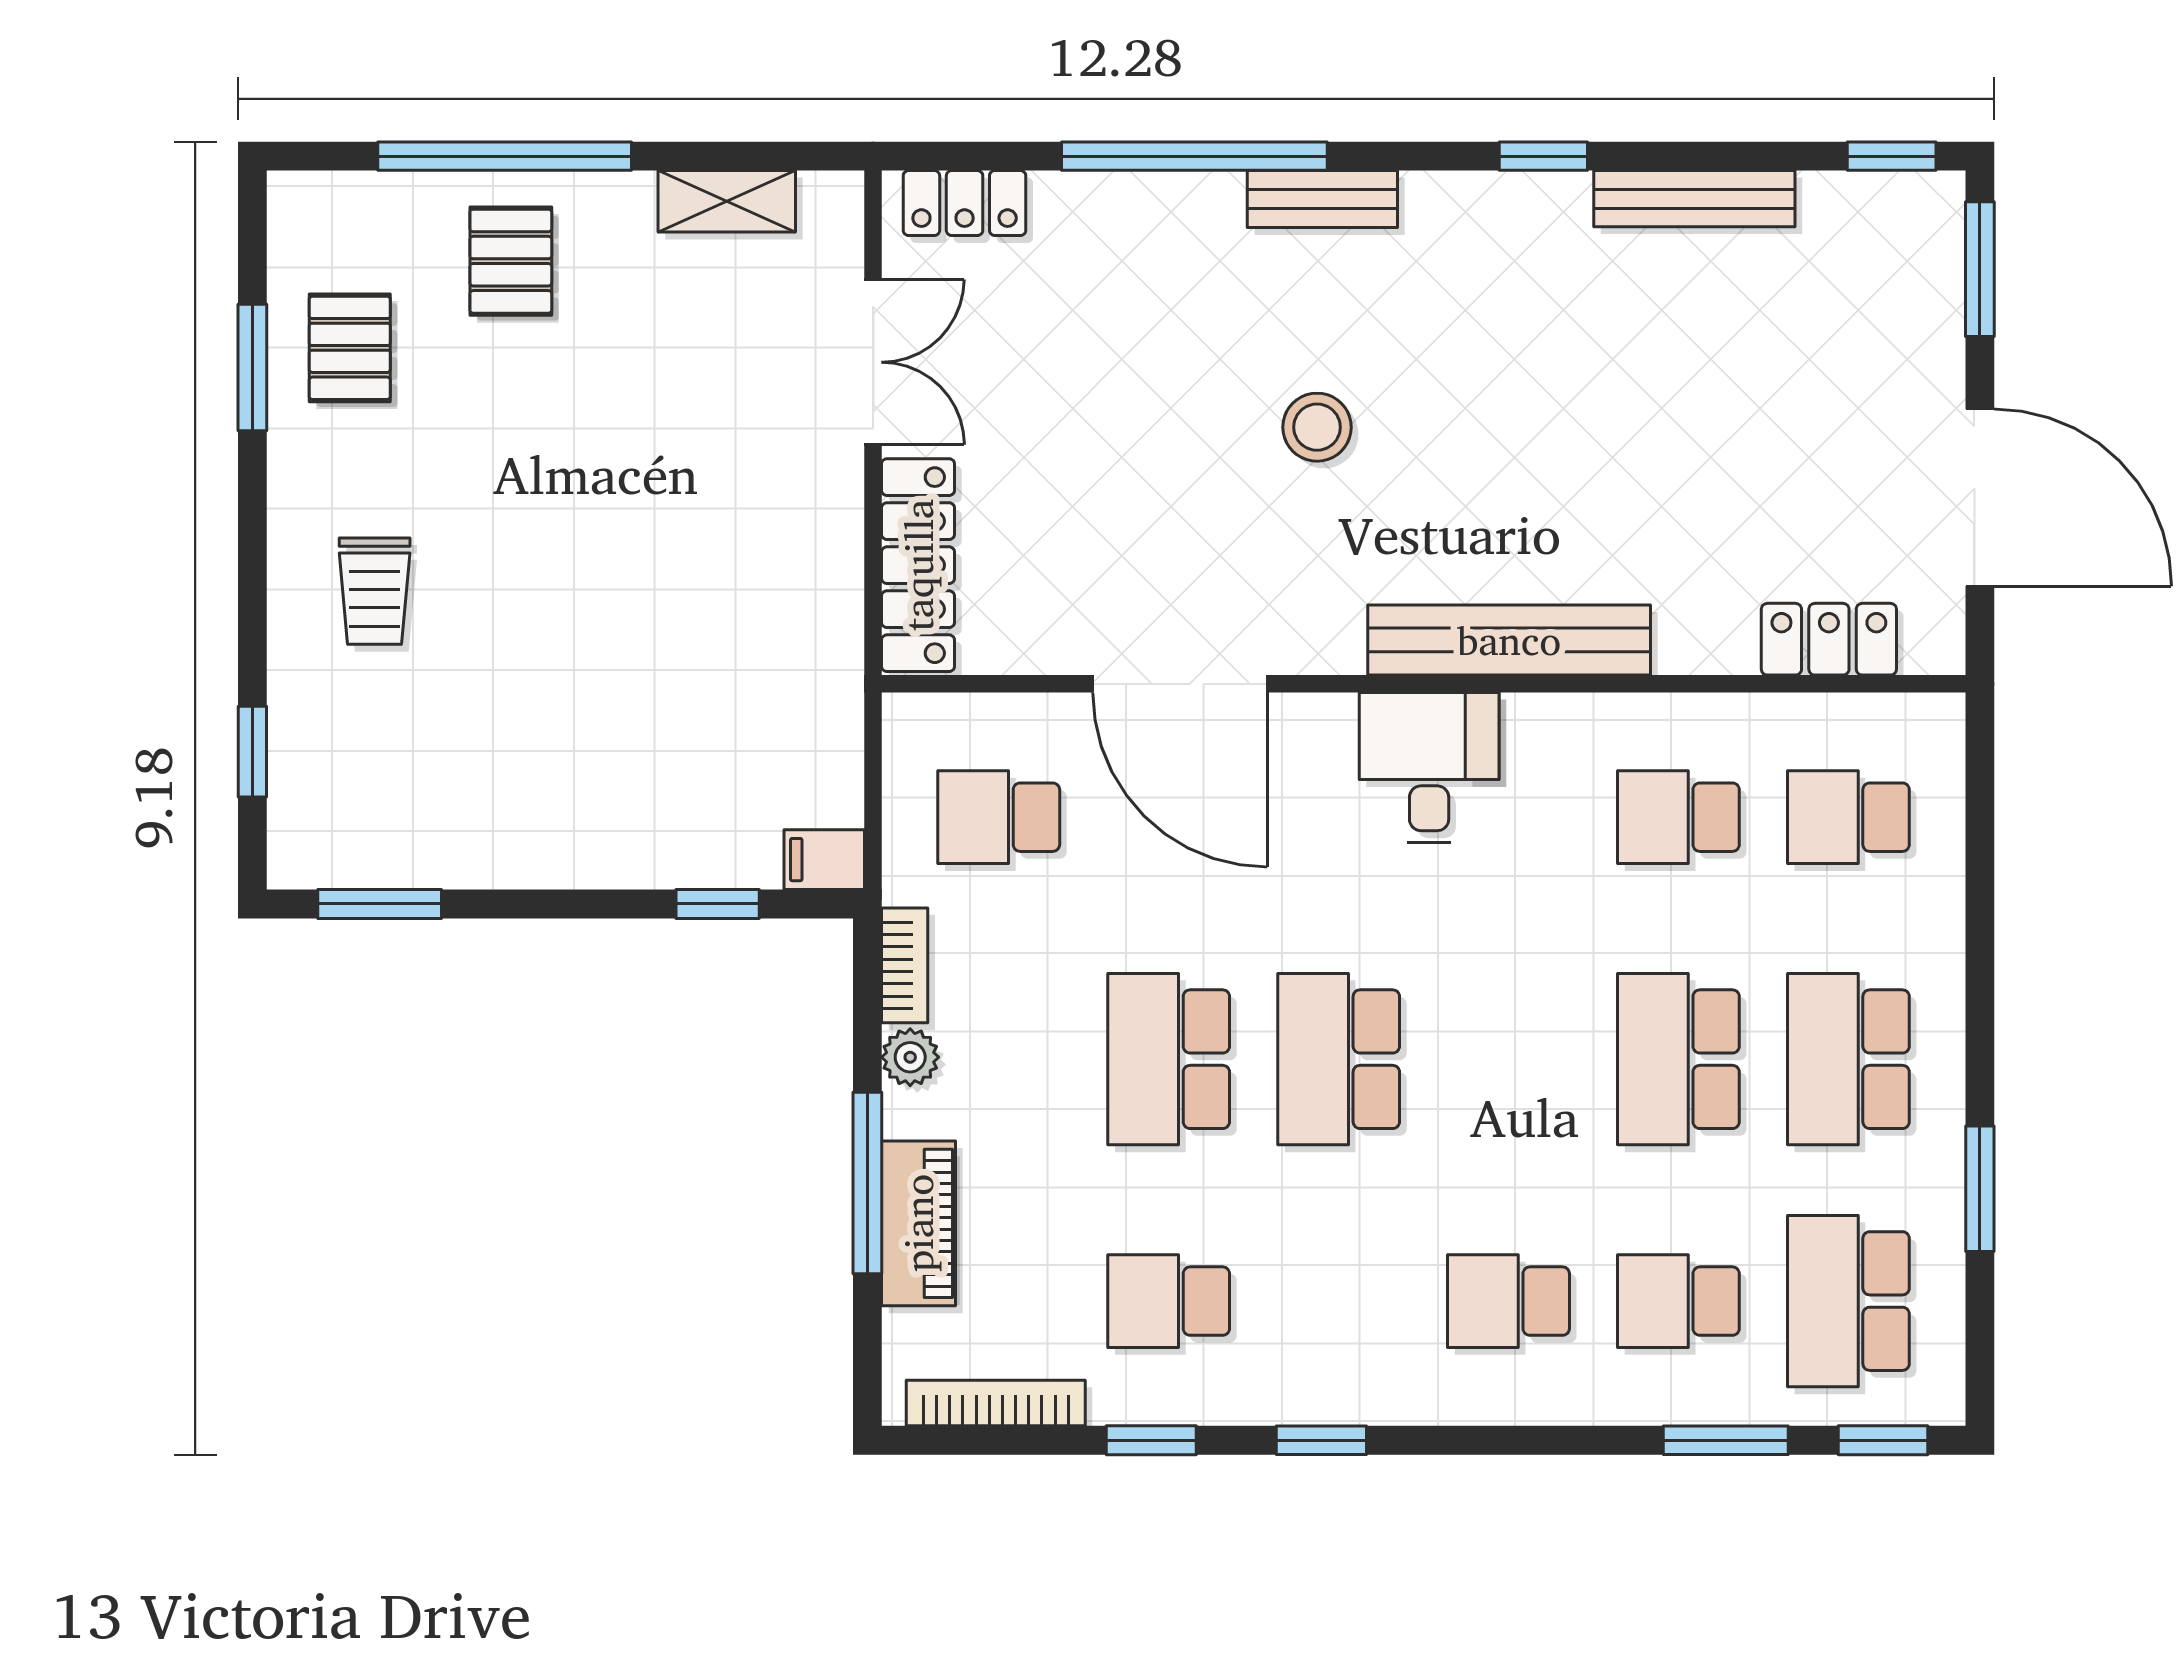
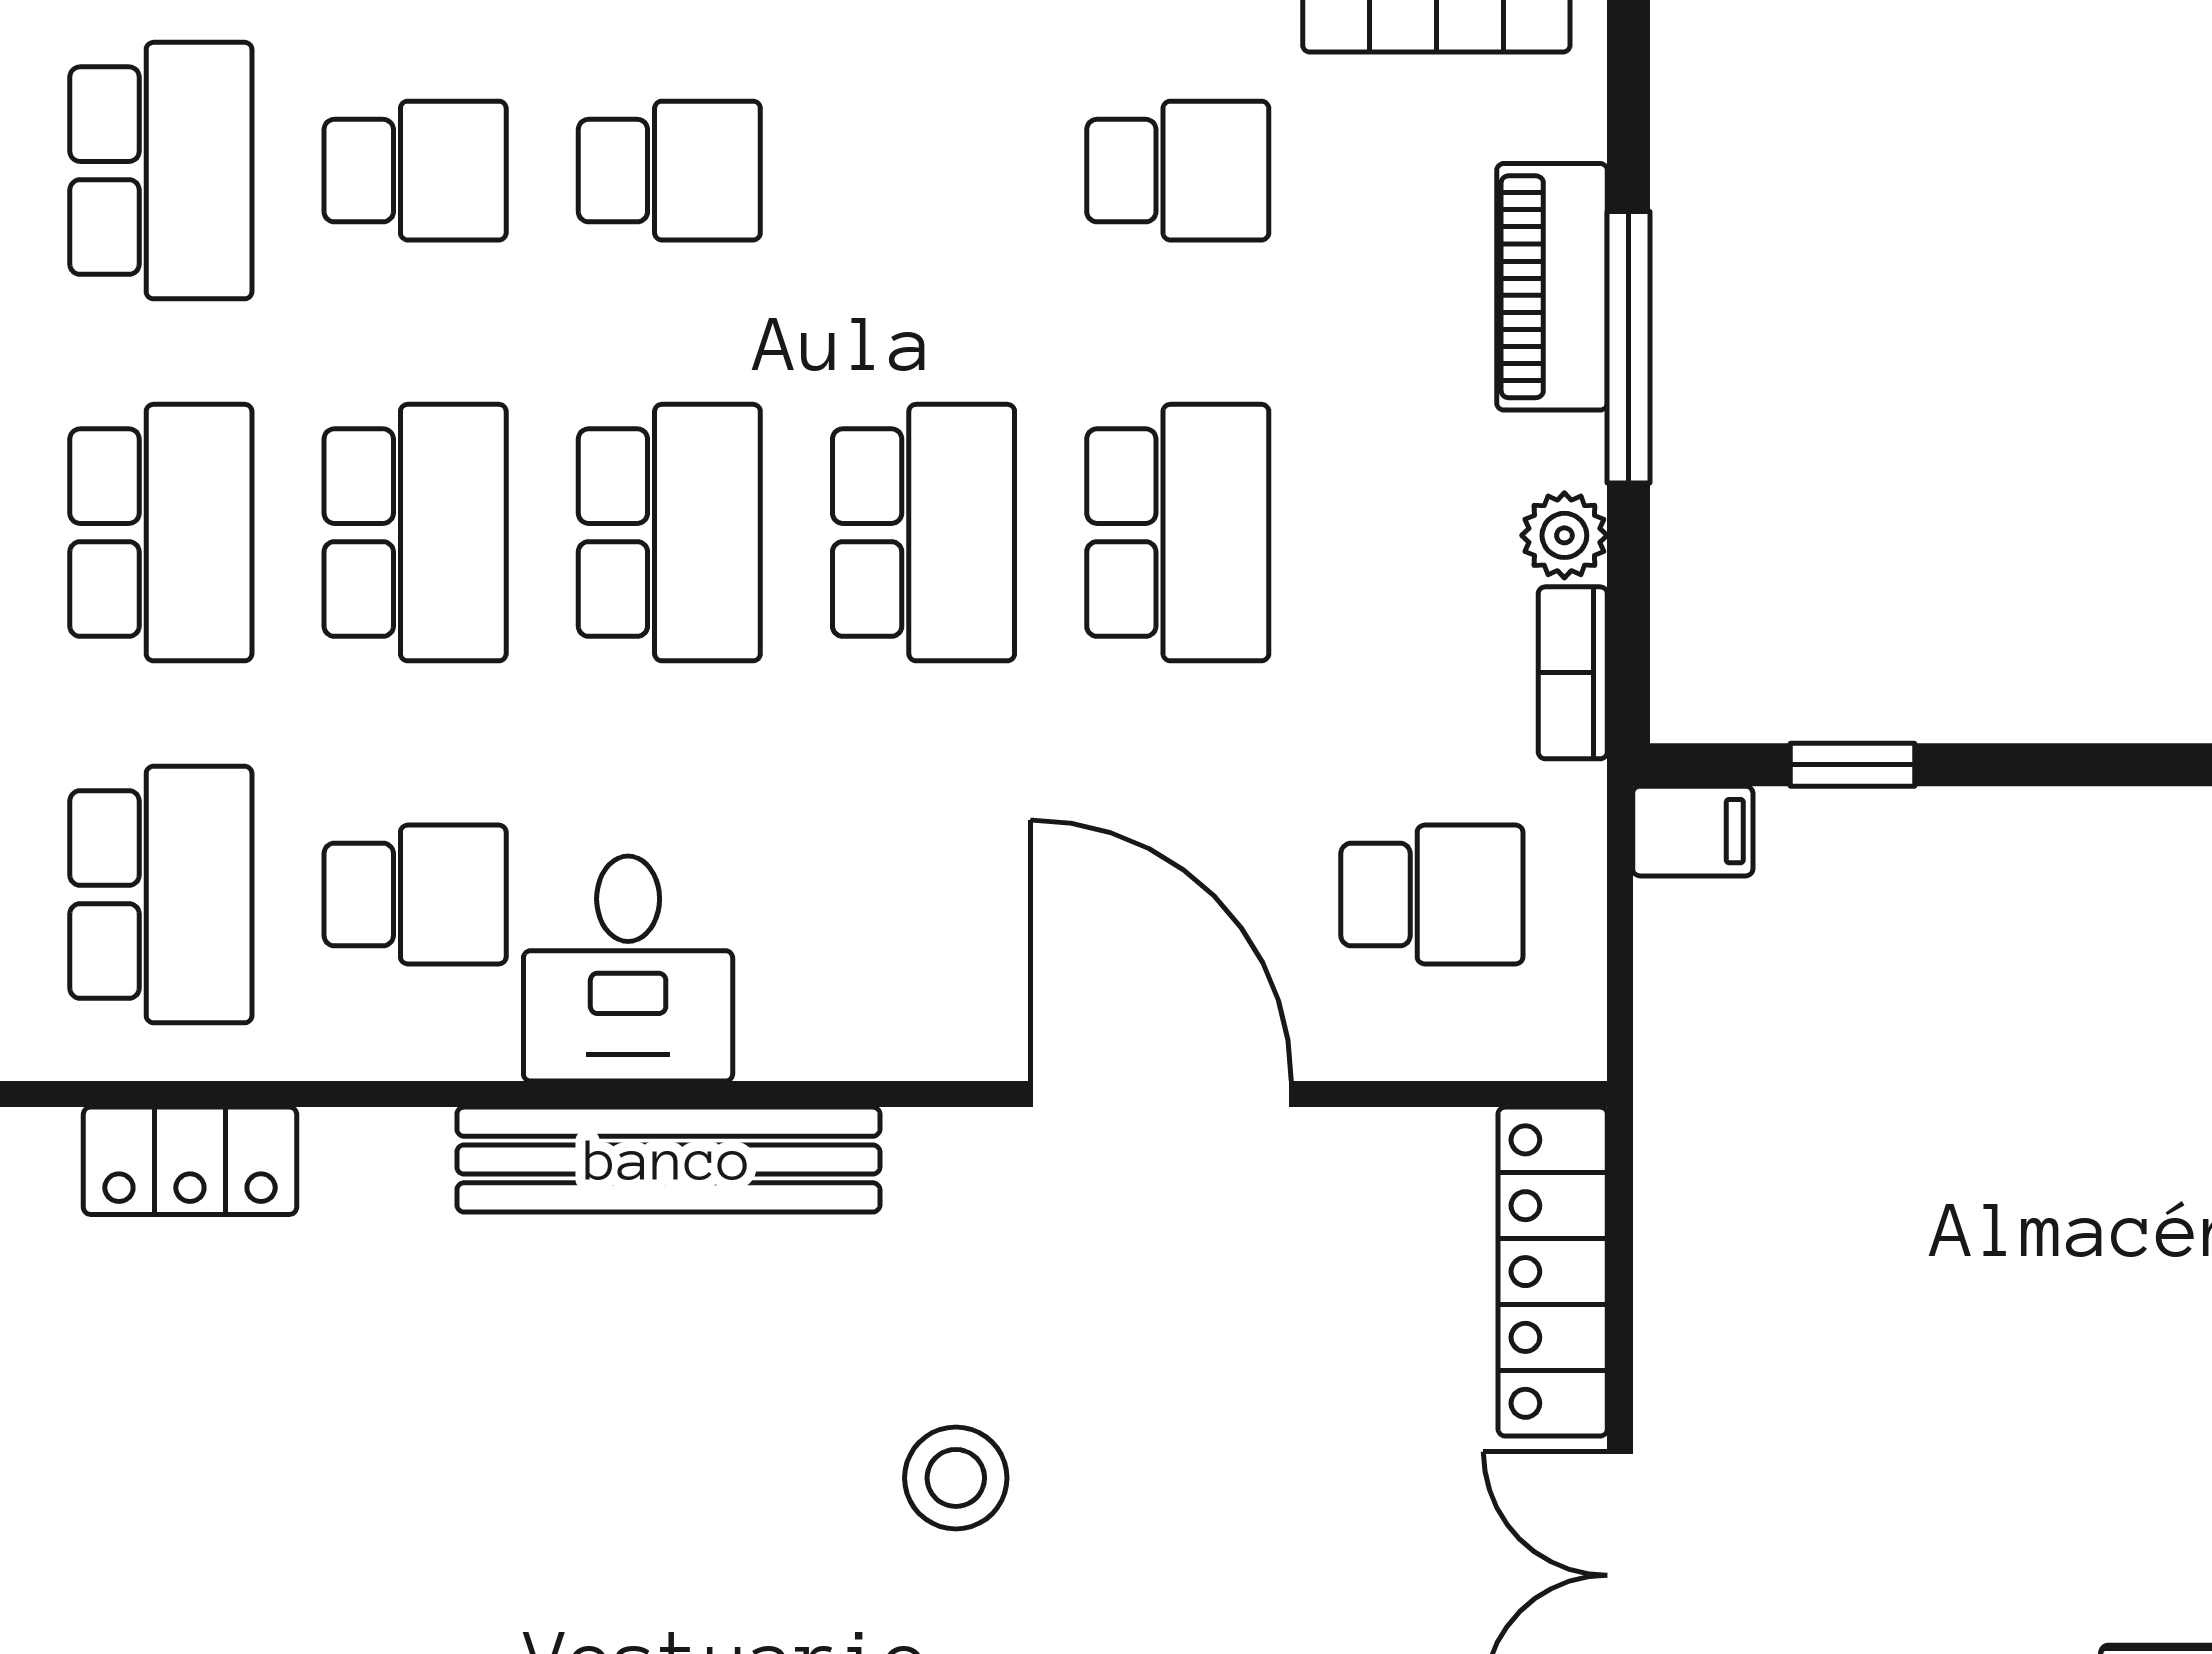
desk: (1429, 768) -> (628, 969), moved
school desk: (1848, 817) -> (161, 895), width x1.85
school desk: (1509, 1059) -> (669, 533), added

